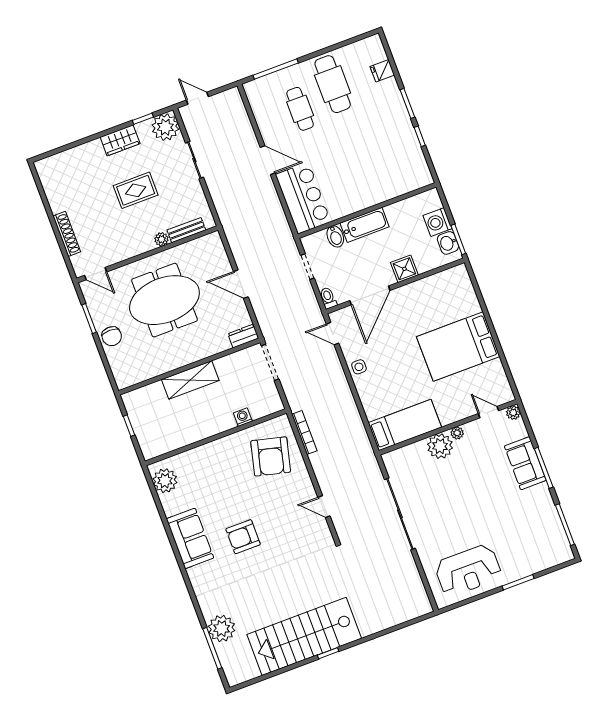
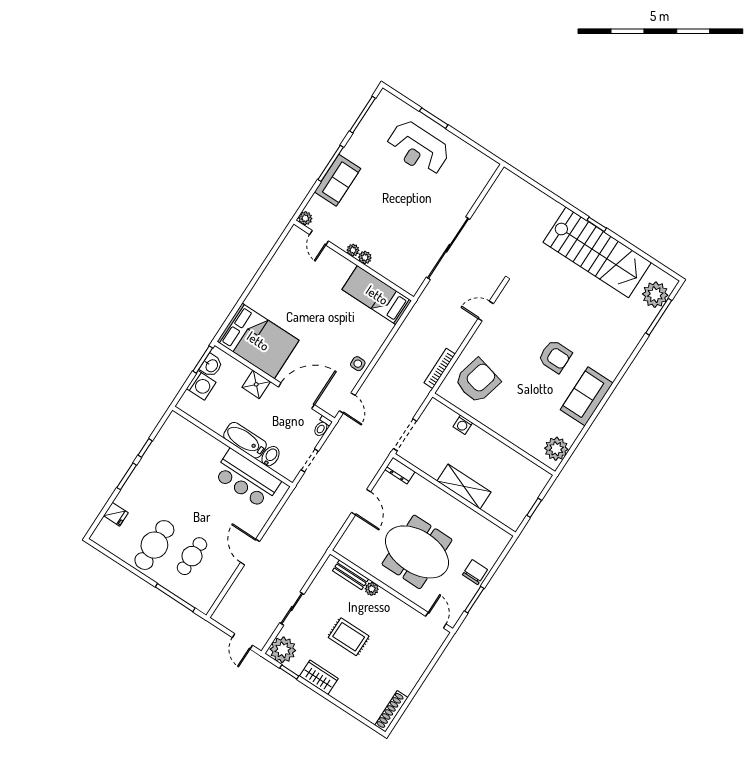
bar counter: (303, 198) -> (247, 479), moved, turned -90
shoe rack: (67, 234) -> (391, 711), moved
bed: (458, 347) -> (258, 341), moved
plant: (440, 446) -> (365, 258), width x0.53, depth x0.53
door: (324, 507) -> (486, 311), swing flipped
reception desk: (468, 570) -> (418, 148), moved, turned 180
plant: (222, 628) -> (655, 295), moved

